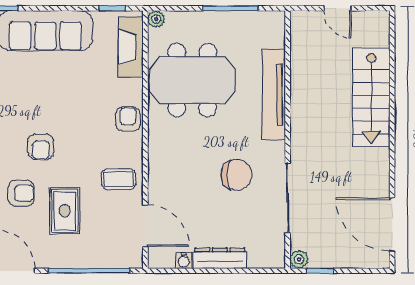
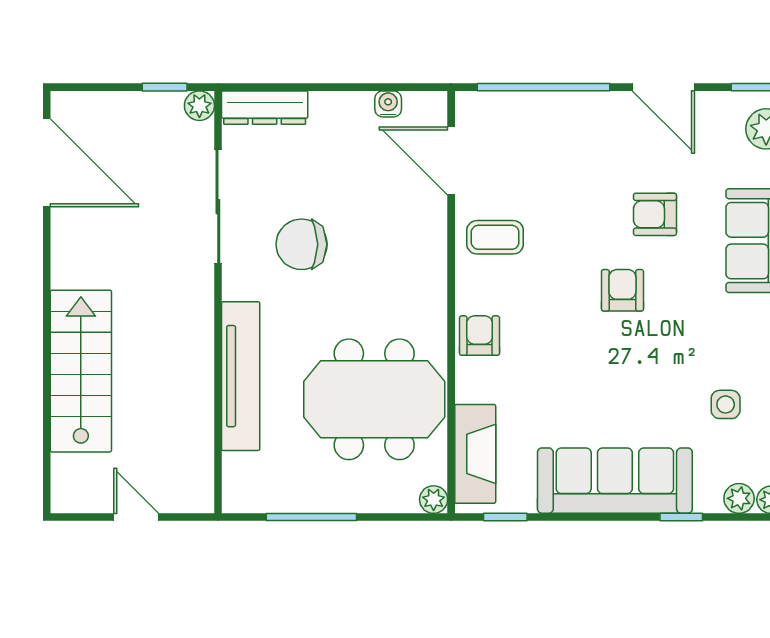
armchair: (128, 119) -> (480, 336), turned 180
rug: (65, 211) -> (583, 185), removed
dresser: (220, 258) -> (265, 108), moved

